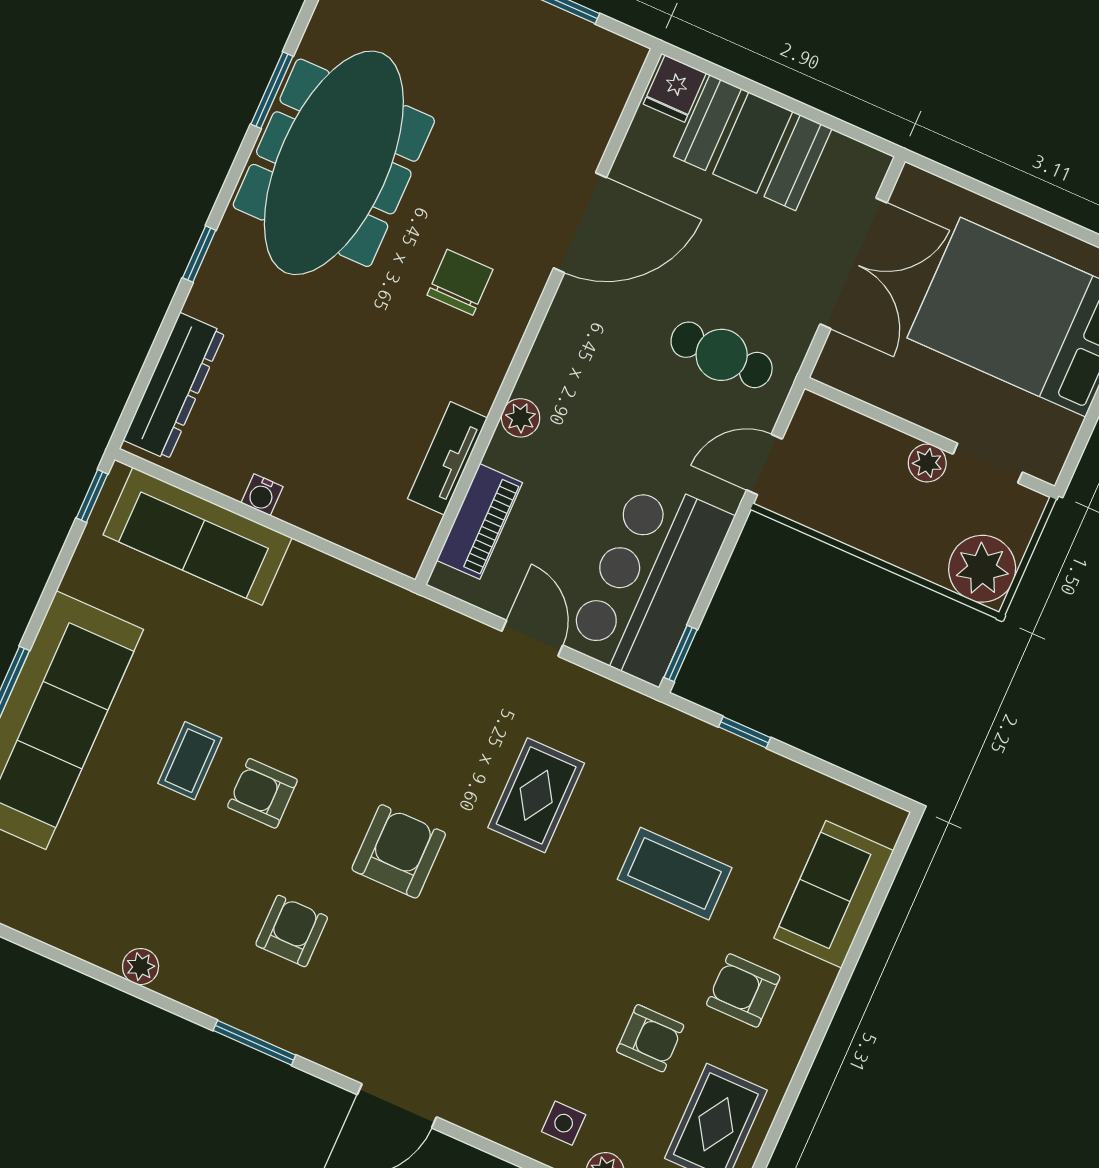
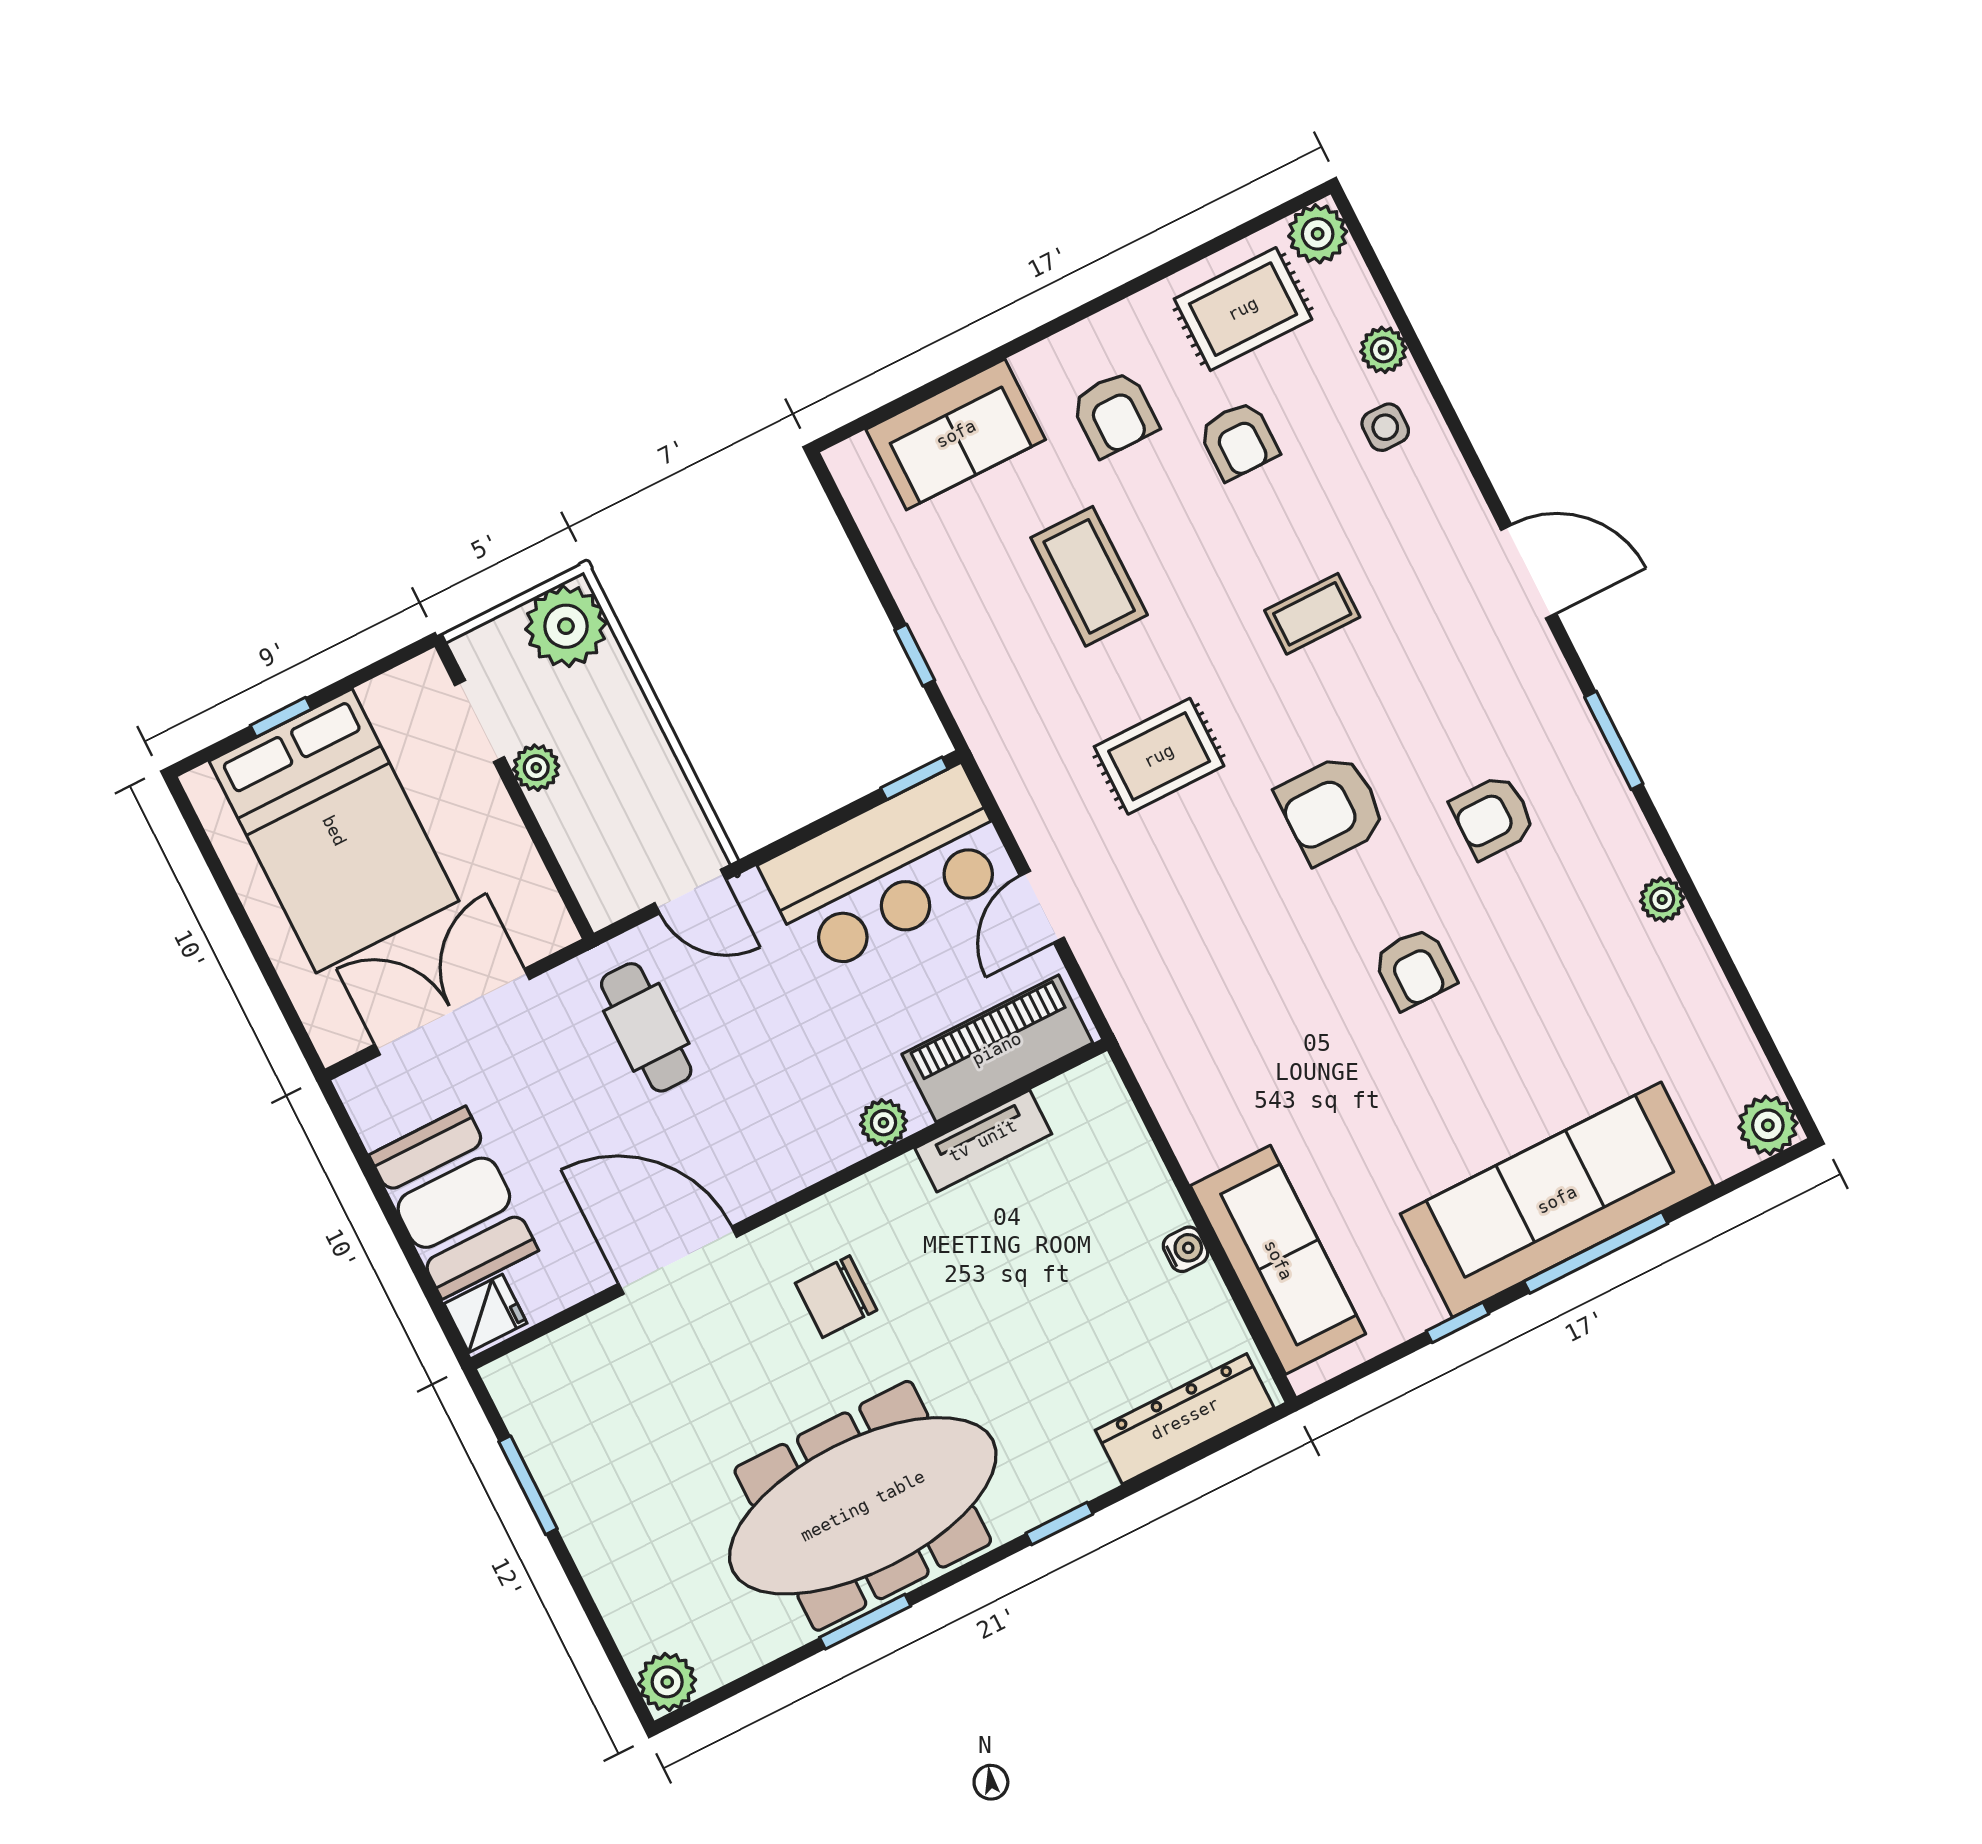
window: (92, 496) -> (1458, 1322), moved
piano: (480, 521) -> (997, 1049), width x1.37, depth x1.33
coffee table: (190, 761) -> (1312, 614), moved
armchair: (650, 1038) -> (1239, 440), turned 180

